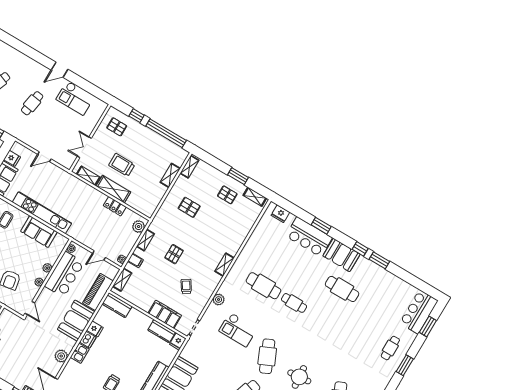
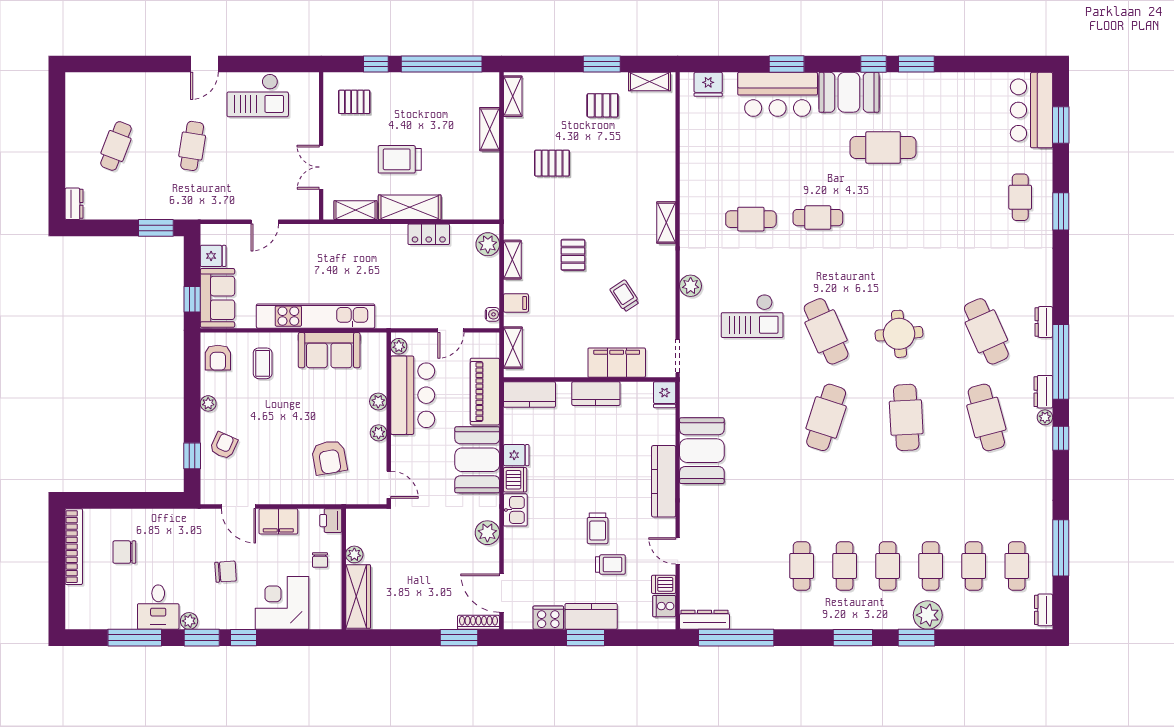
cafe table: (264, 286) -> (751, 219), width x0.73, depth x0.74
kitchen counter: (162, 331) -> (596, 394), moved

